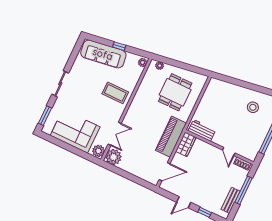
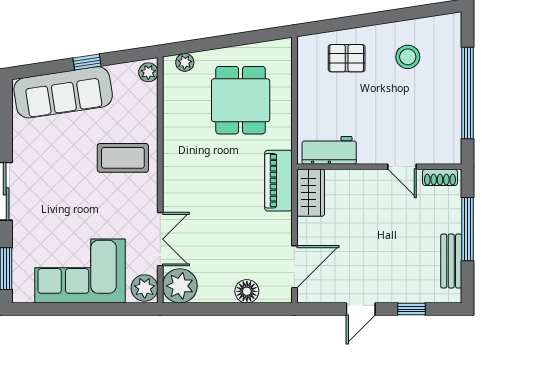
pallet: (227, 96) -> (347, 58), added
piano: (171, 137) -> (278, 181), width x0.73, depth x0.75
floor lamp: (140, 172) -> (247, 291), added

